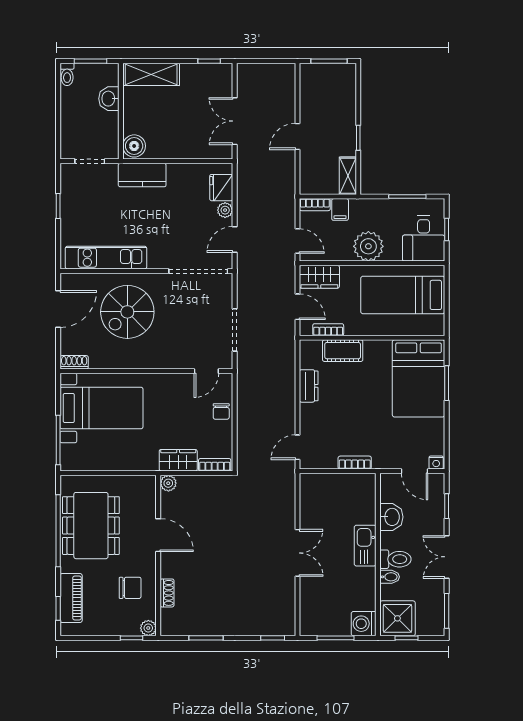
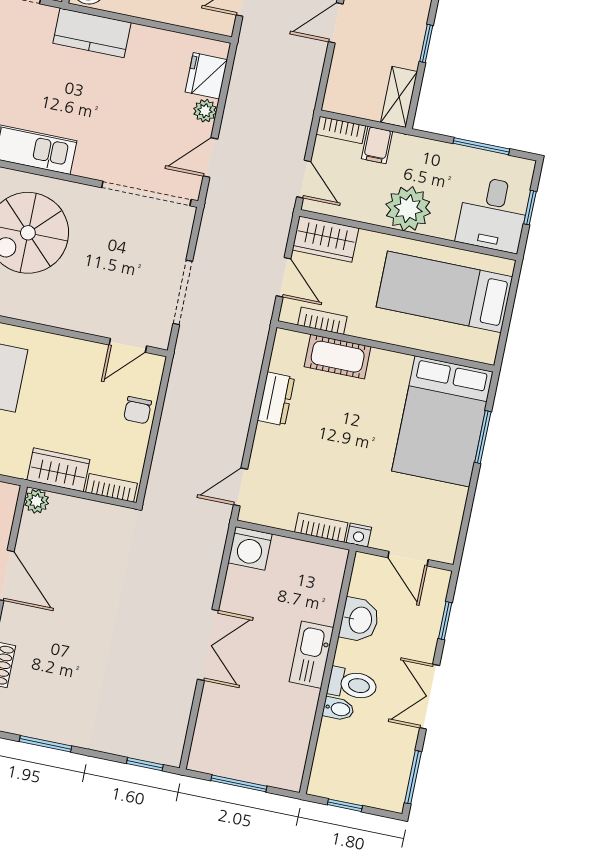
nightstand: (436, 462) -> (359, 535), moved
shower: (397, 618) -> (337, 773), removed
washing machine: (364, 624) -> (250, 548), moved, turned -90

